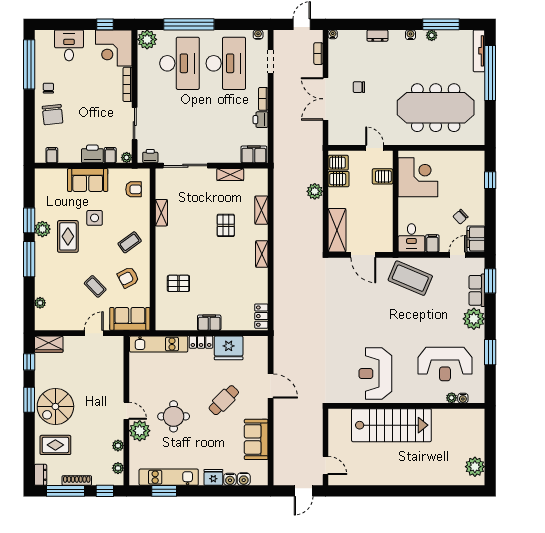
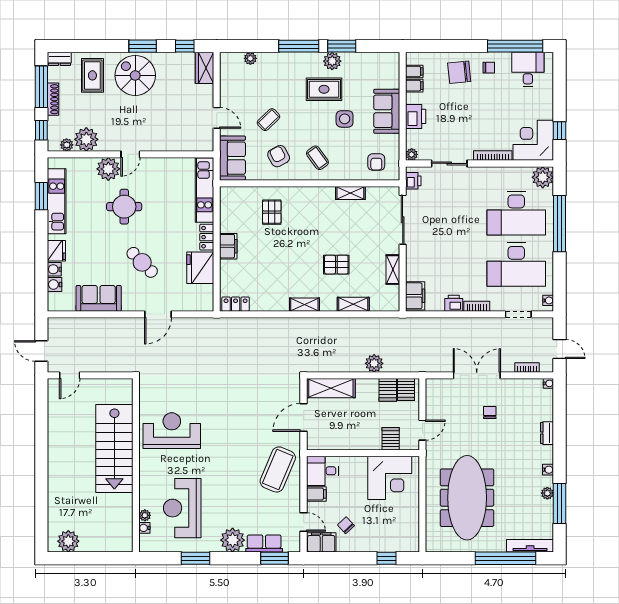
desk: (69, 45) -> (528, 70), moved, turned -90
filing cabinet: (110, 155) -> (414, 86), moved
plant: (118, 446) -> (86, 139), width x1.87, depth x1.87

